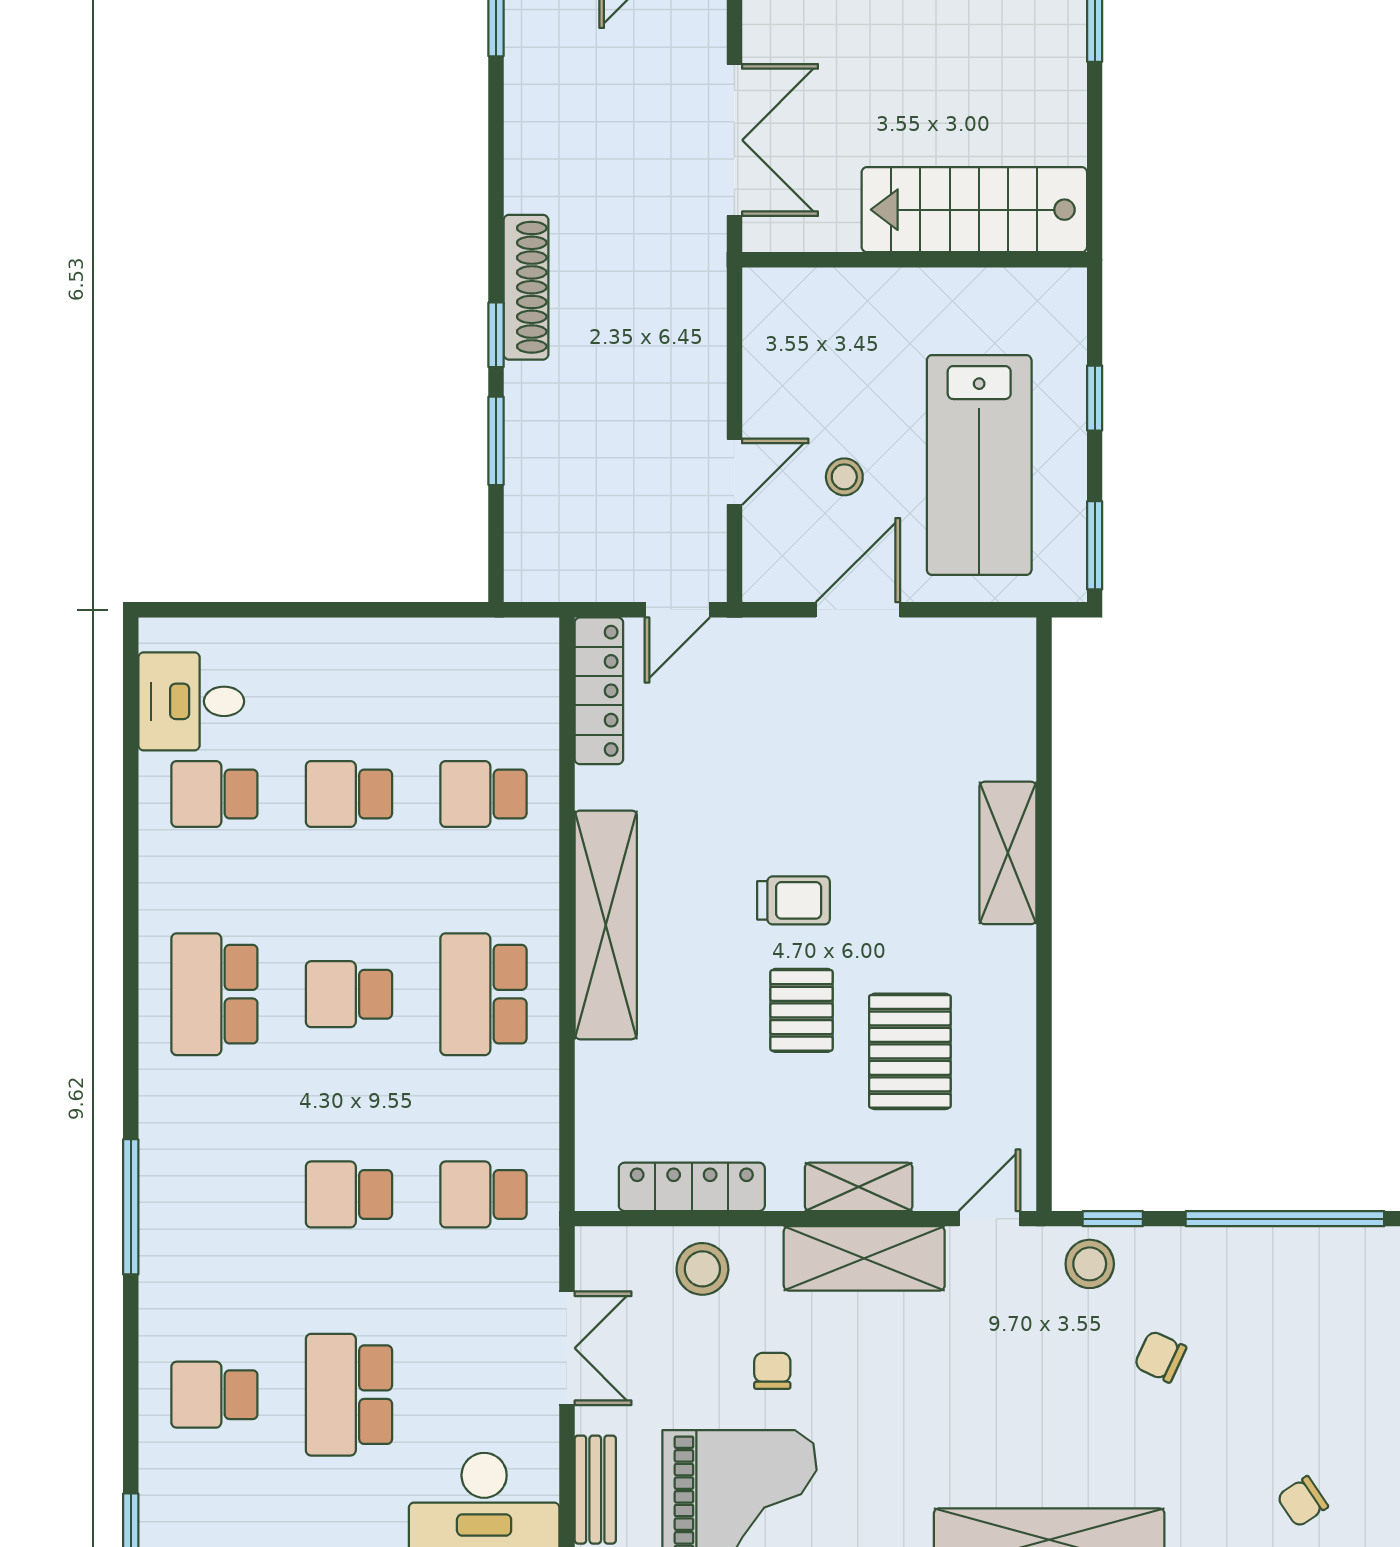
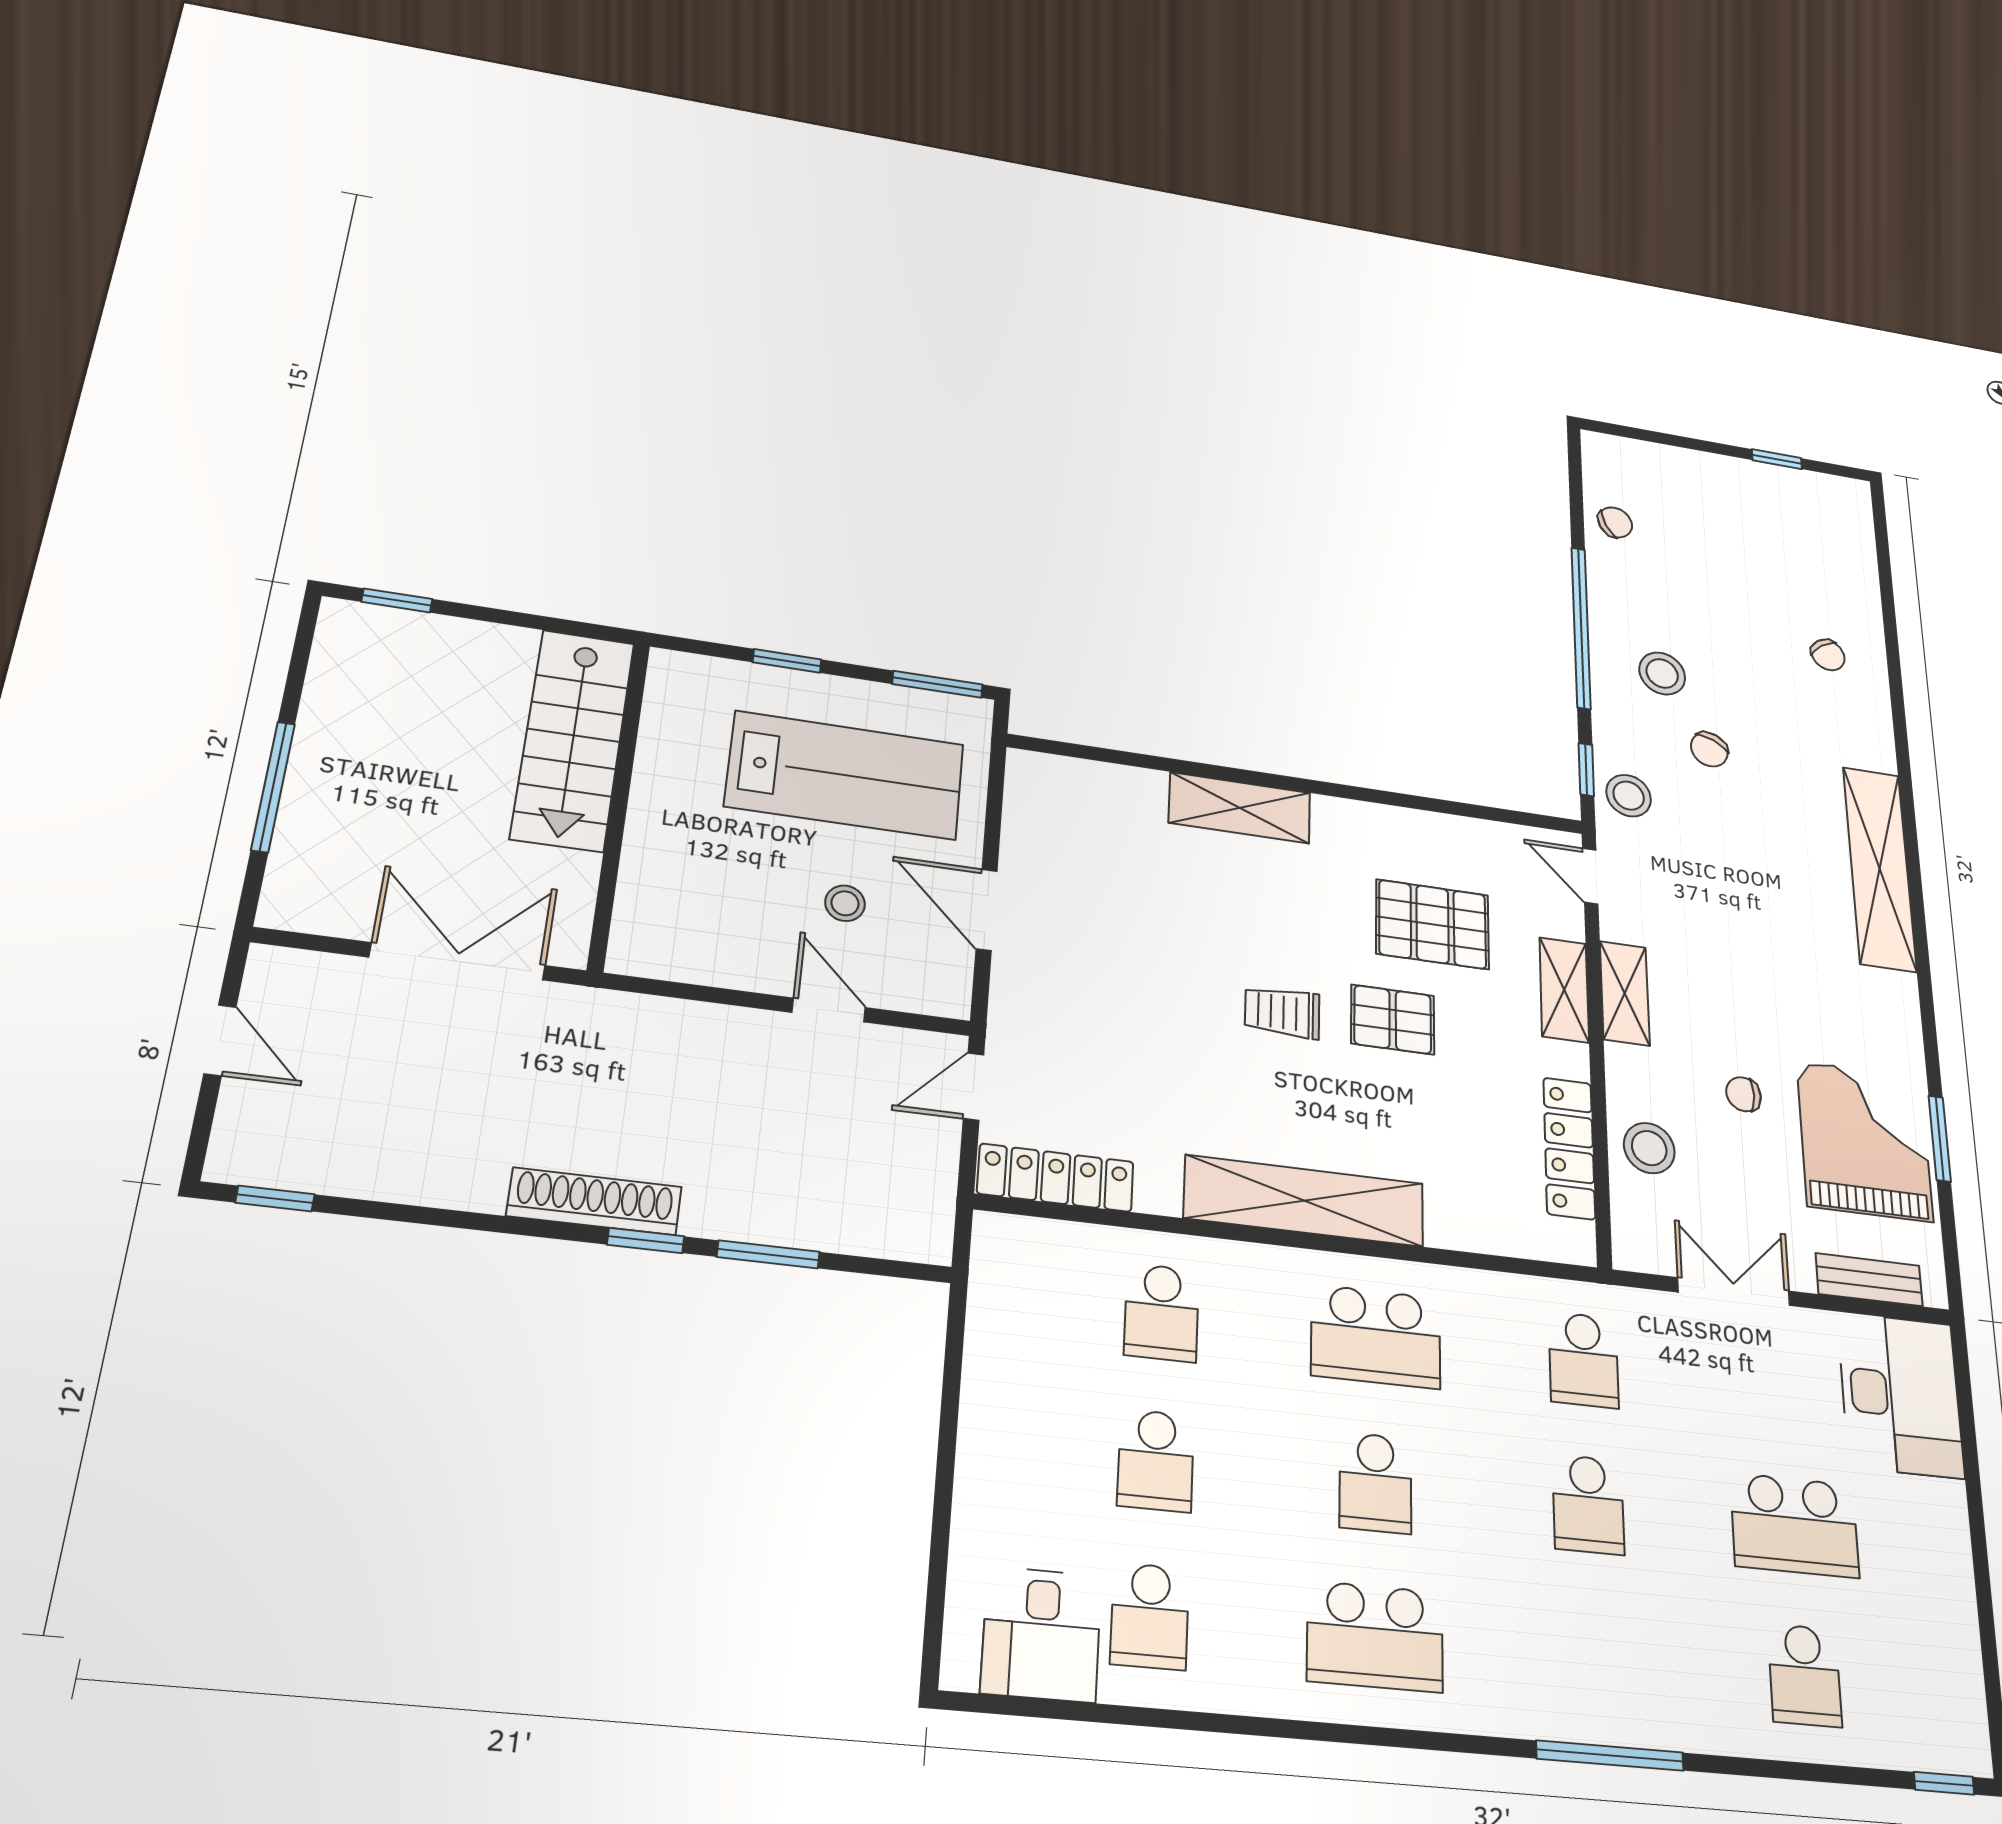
door: (677, 610) -> (973, 1087), swing flipped
trolley: (794, 900) -> (1282, 1012), turned -90
shelving: (864, 1258) -> (1625, 993), width x0.67, depth x0.75
stool: (1244, 1308) -> (1662, 673), added

